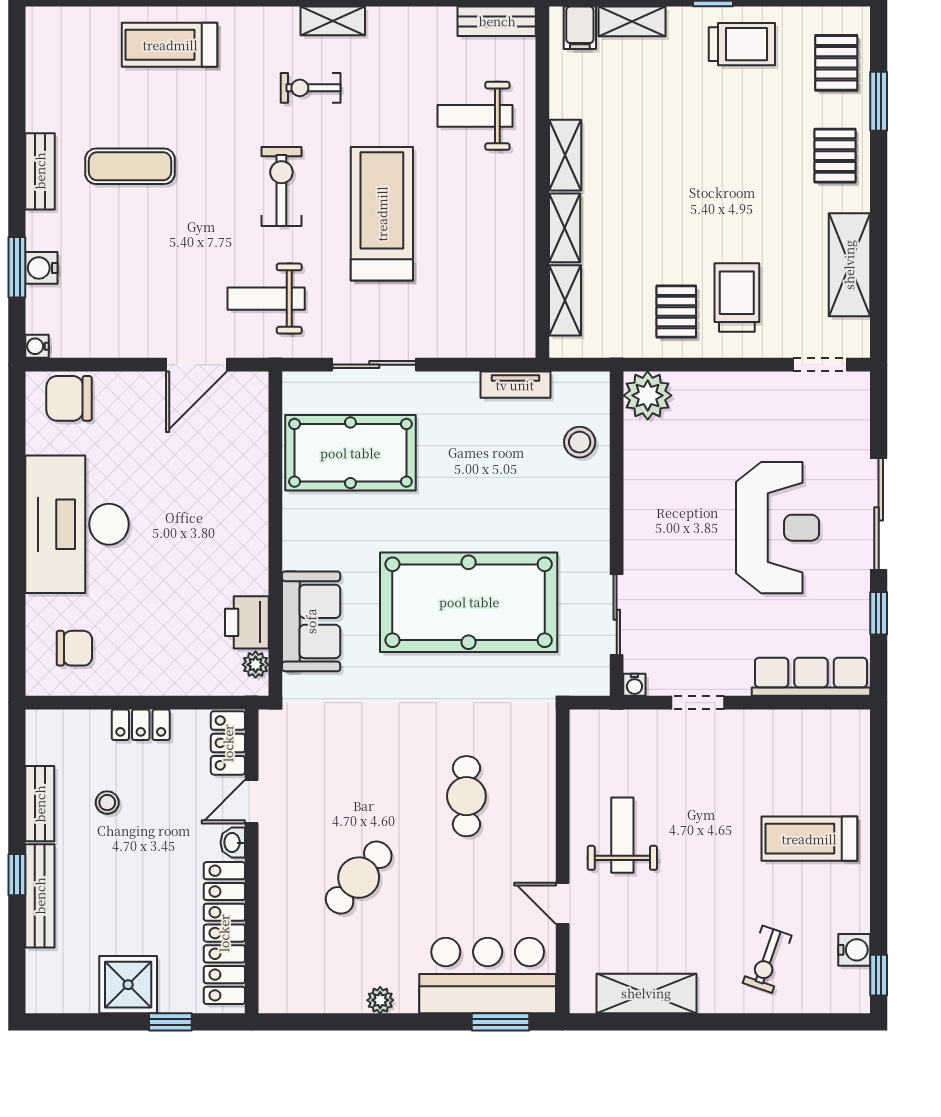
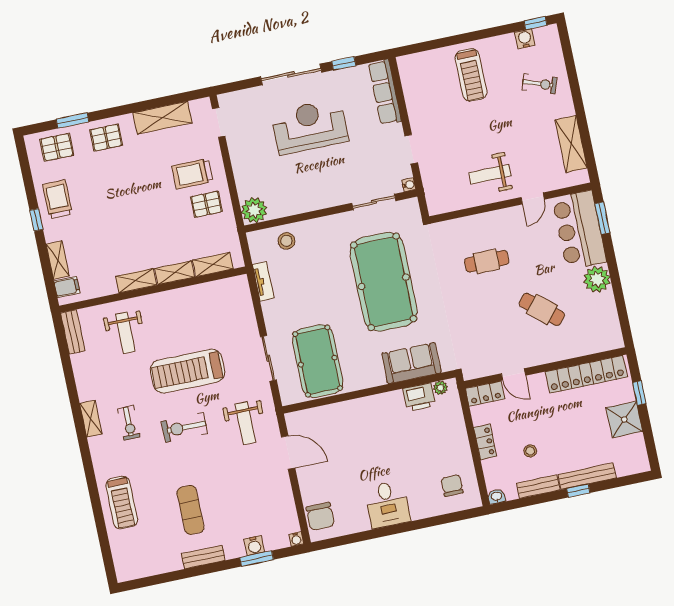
desk: (77, 524) -> (387, 504), width x0.53, depth x0.77
washbasin: (233, 843) -> (497, 497), moved, turned 180
plant: (380, 1000) -> (597, 279), width x1.88, depth x1.88

